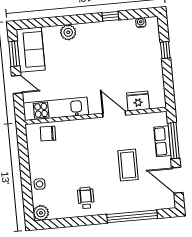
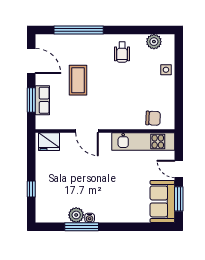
window: (110, 16) -> (82, 227), width x2.17
water cooler: (141, 23) -> (90, 218), moved
plant: (68, 32) -> (76, 215), moved
fridge: (138, 101) -> (49, 142), moved
window: (174, 141) -> (31, 100), width x0.69
plant: (41, 213) -> (154, 42), moved

